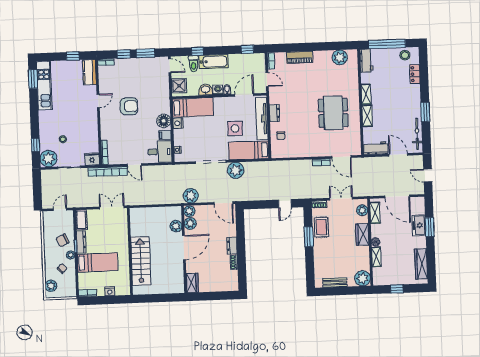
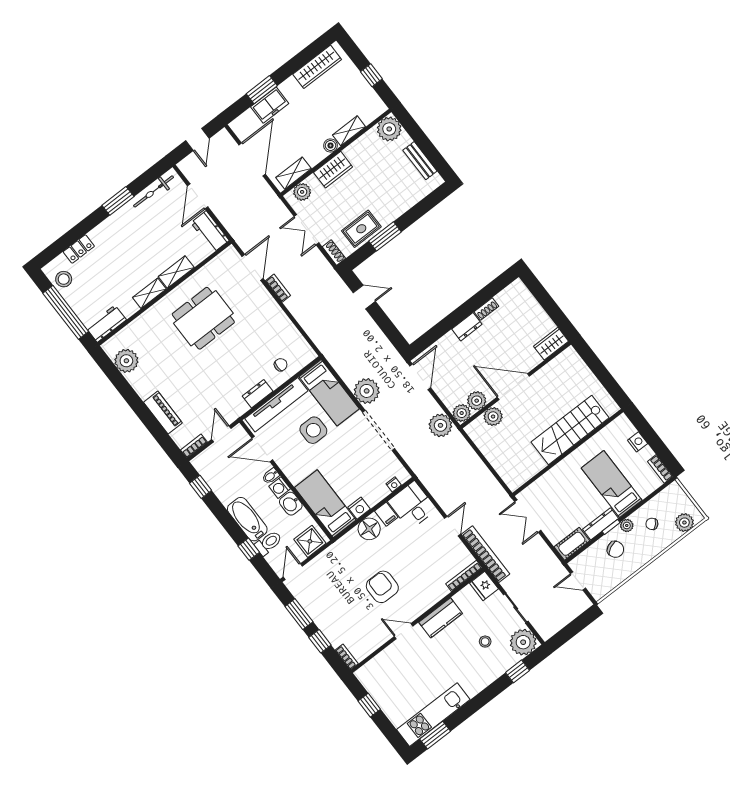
kitchen counter: (89, 72) -> (441, 618), moved

